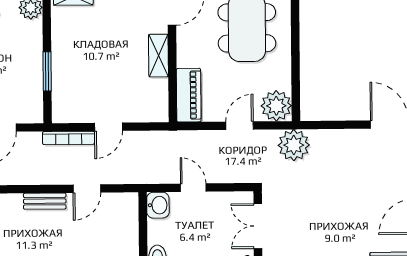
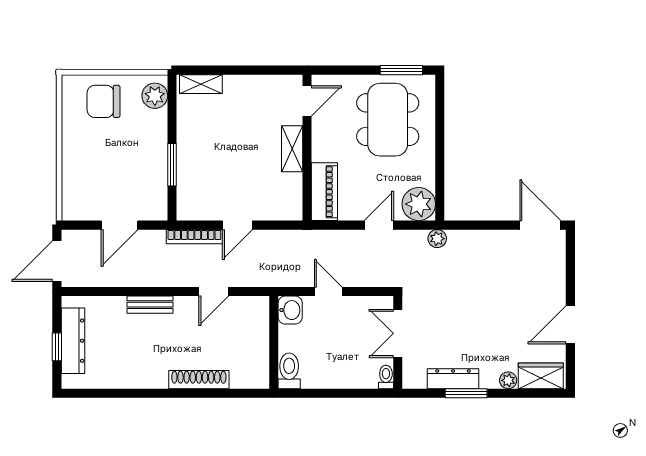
plant: (294, 145) -> (437, 239), width x0.53, depth x0.53
bench: (45, 201) -> (150, 305), moved

